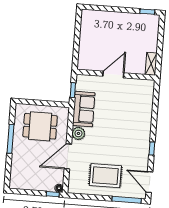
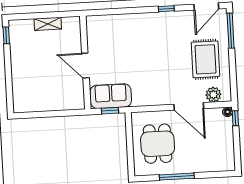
shelving: (151, 64) -> (48, 24), moved
sofa: (84, 109) -> (111, 96), moved
plant: (78, 133) -> (213, 95), moved

